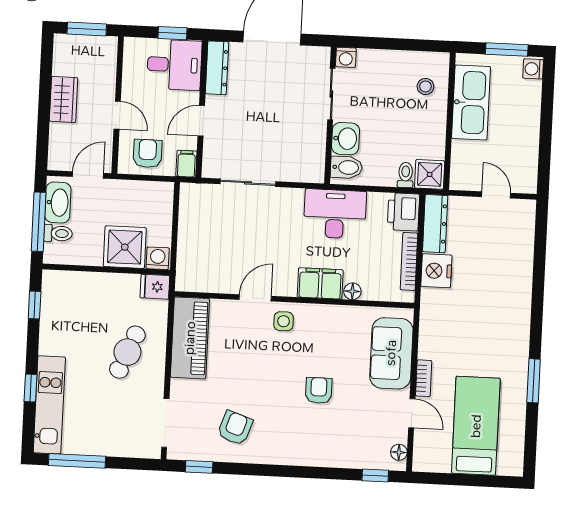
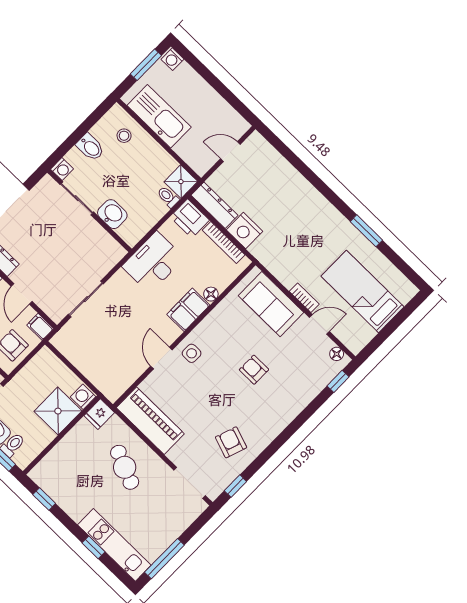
bidet: (346, 167) -> (90, 147), moved, turned 90

